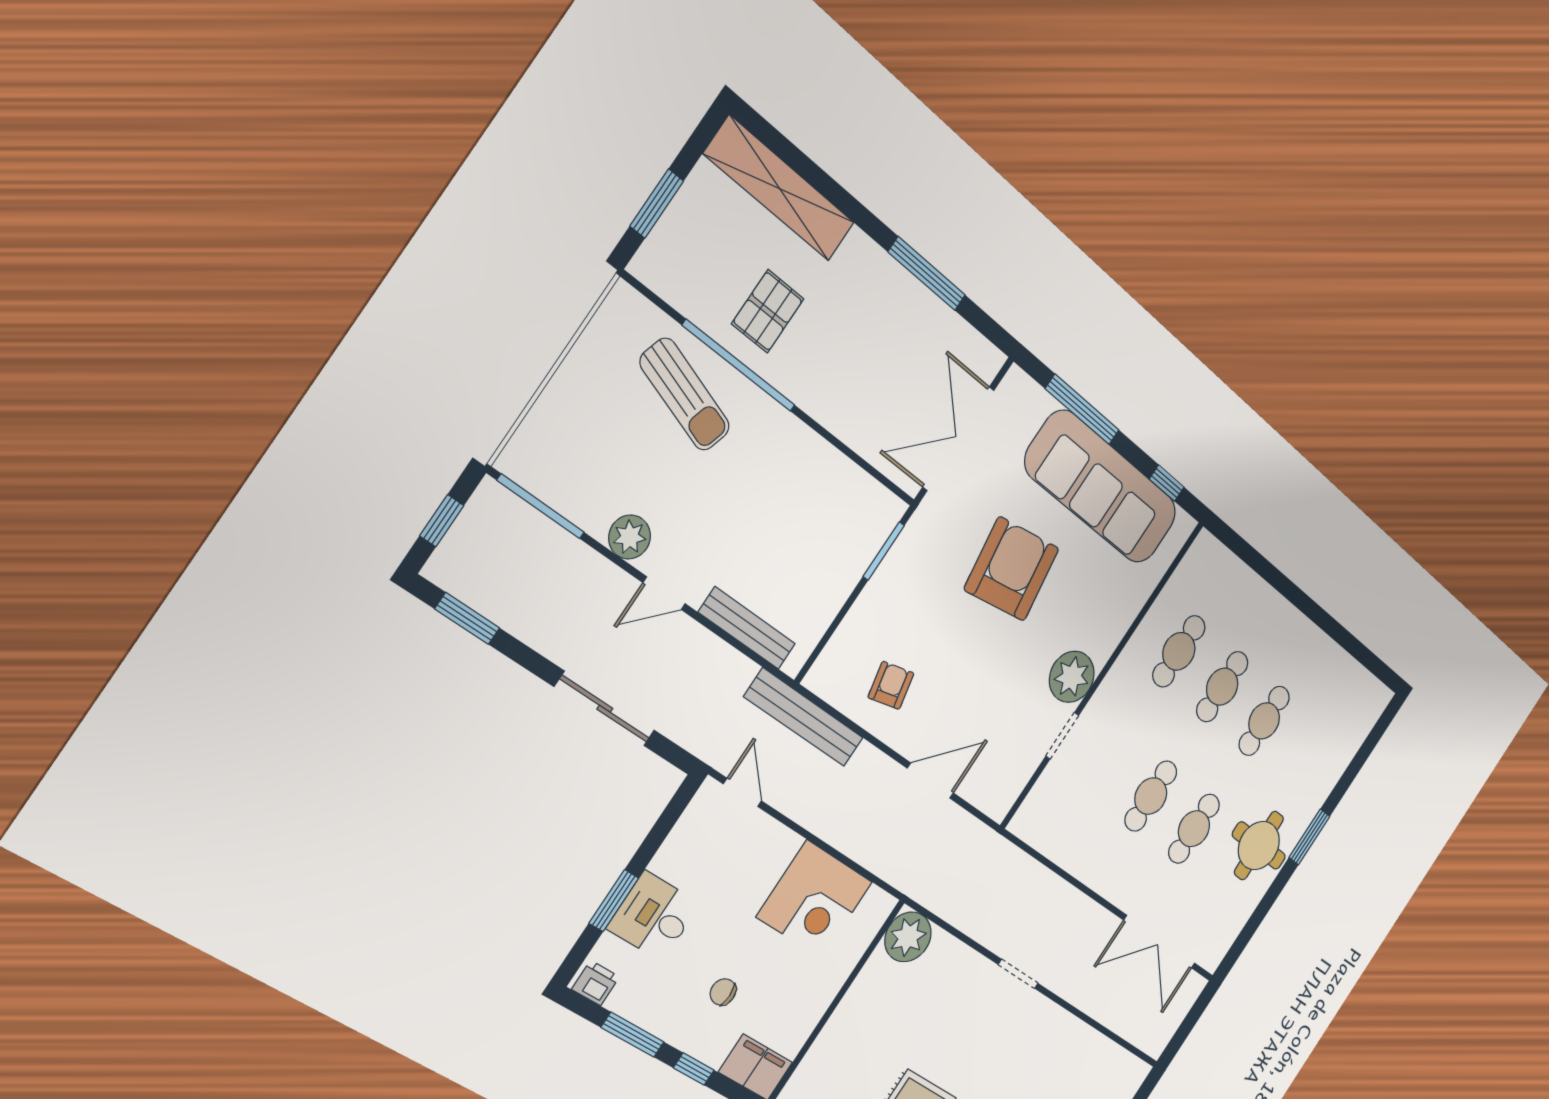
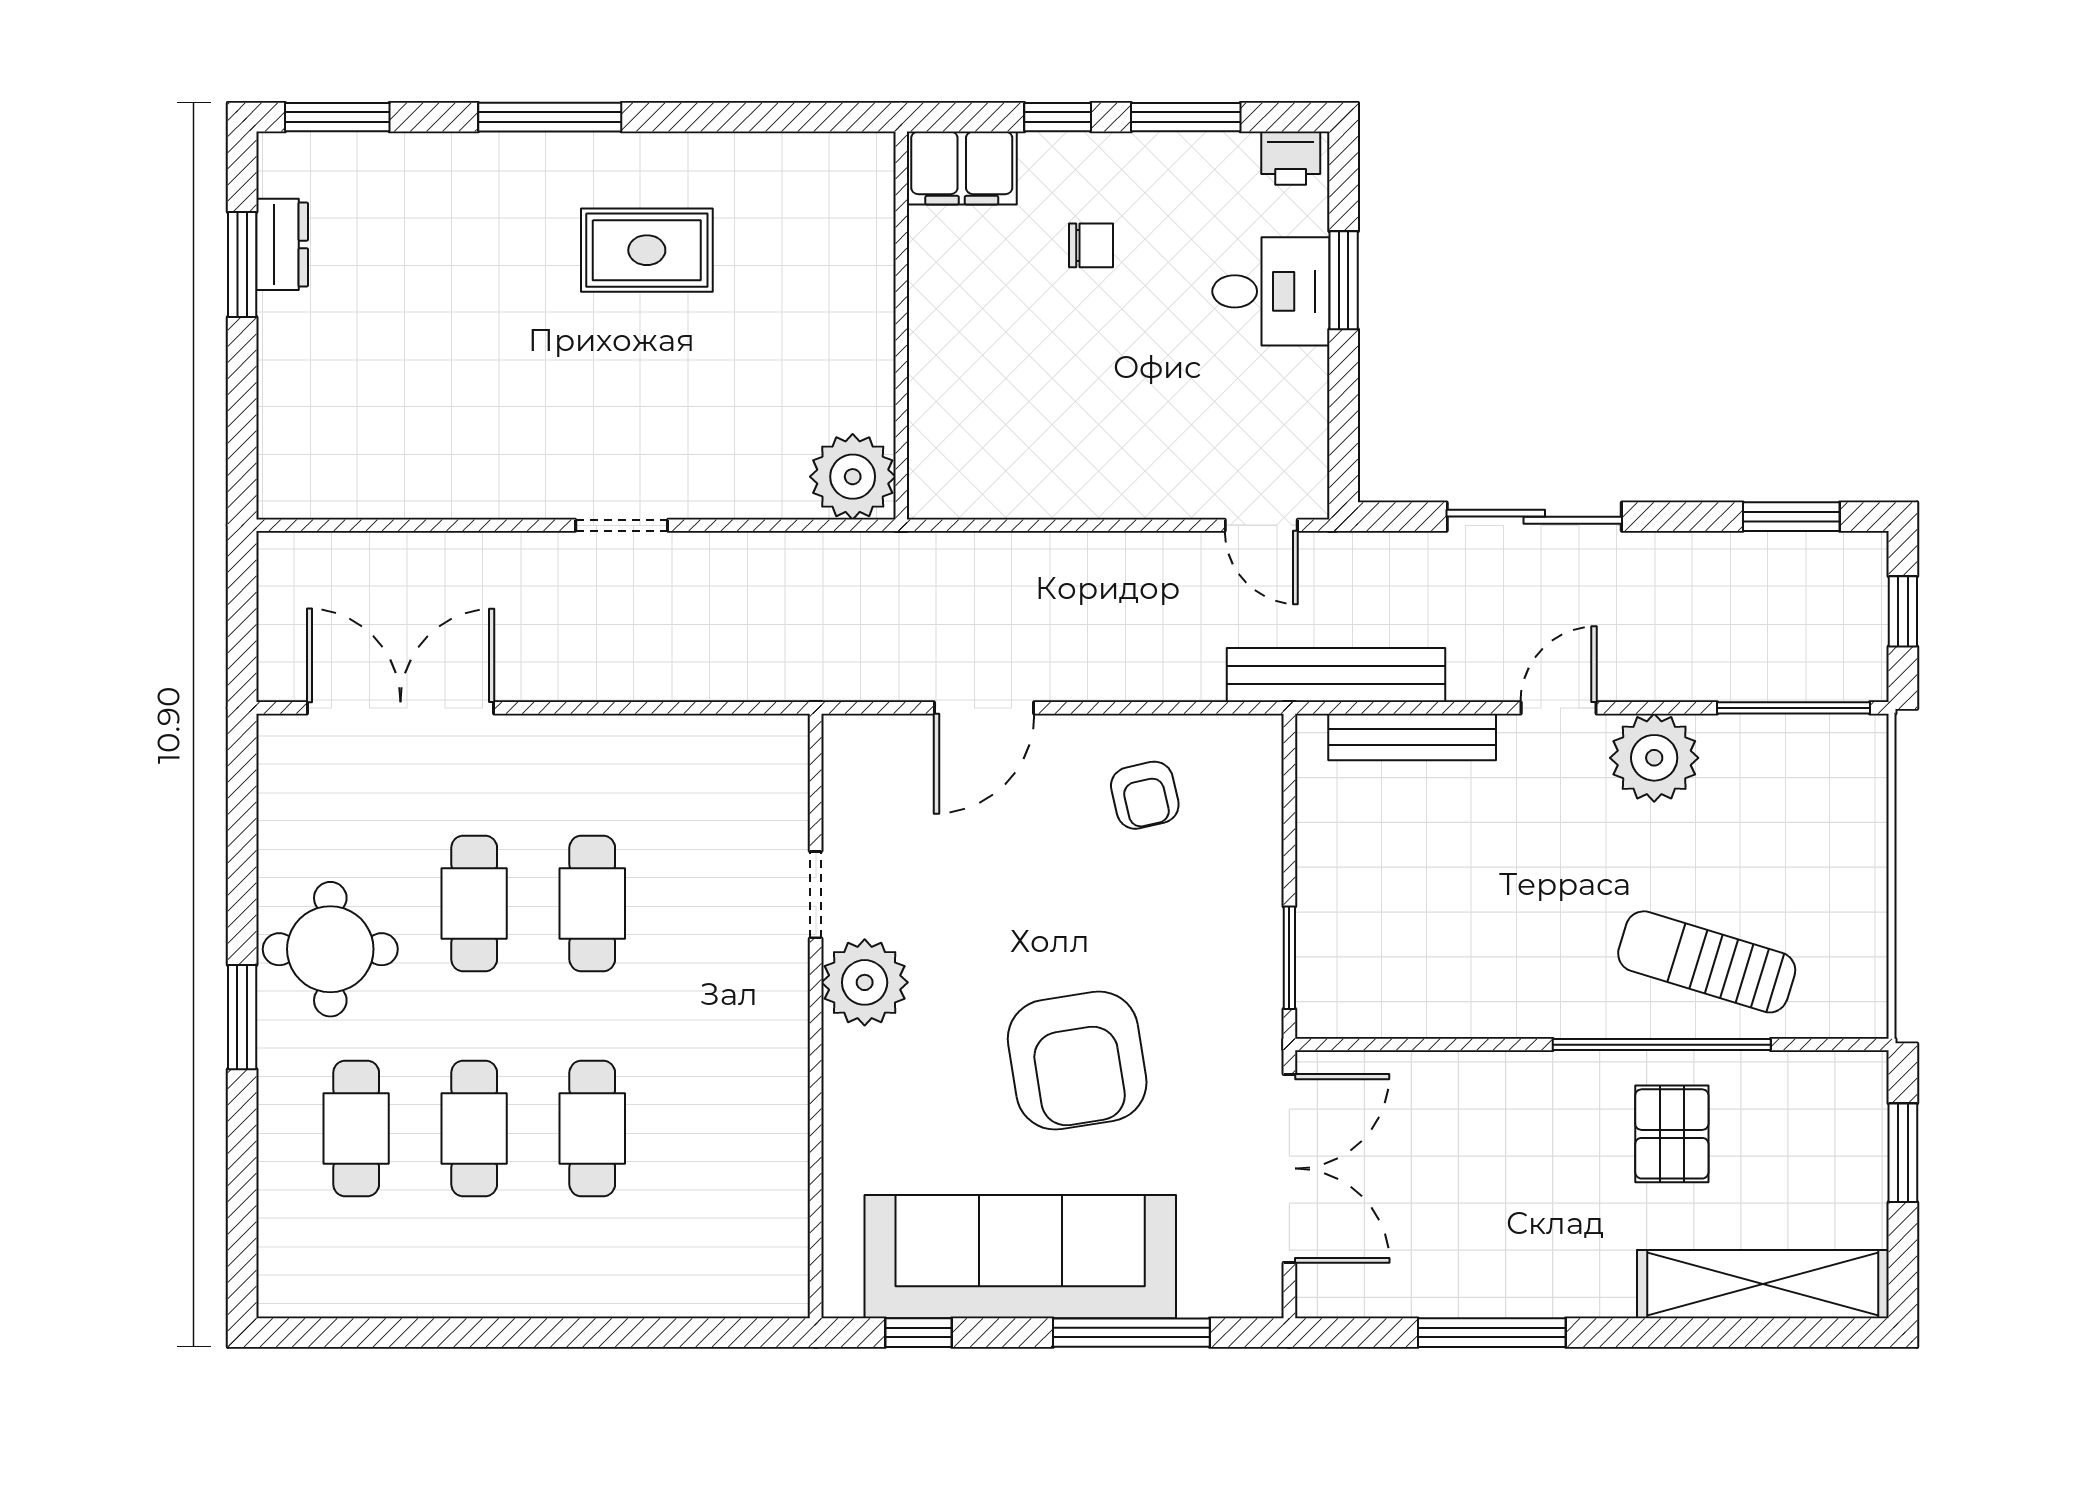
plant: (630, 537) -> (1654, 758), width x1.36, depth x1.36
cafe table: (1179, 651) -> (356, 1129), moved
bench: (804, 717) -> (1336, 675), moved
corner desk: (814, 899) -> (1044, 446), removed

